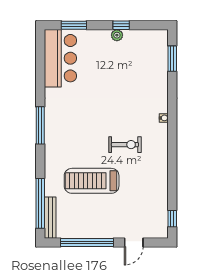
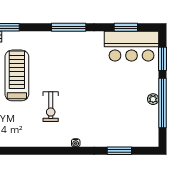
window: (121, 25) -> (162, 103), width x3.17
window: (172, 59) -> (119, 151), moved
window: (40, 64) -> (126, 27), added

